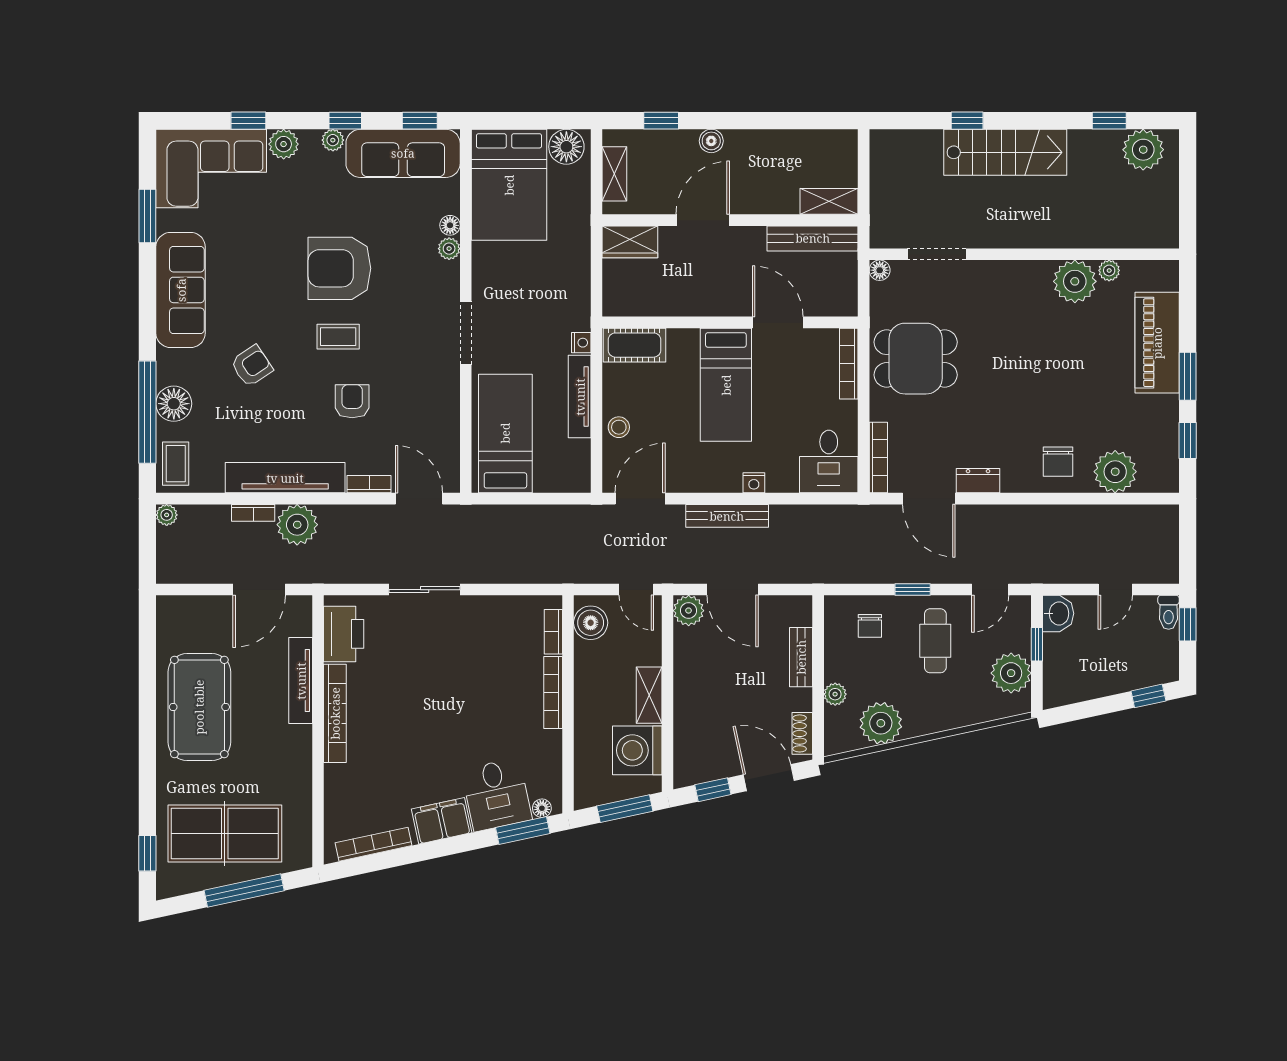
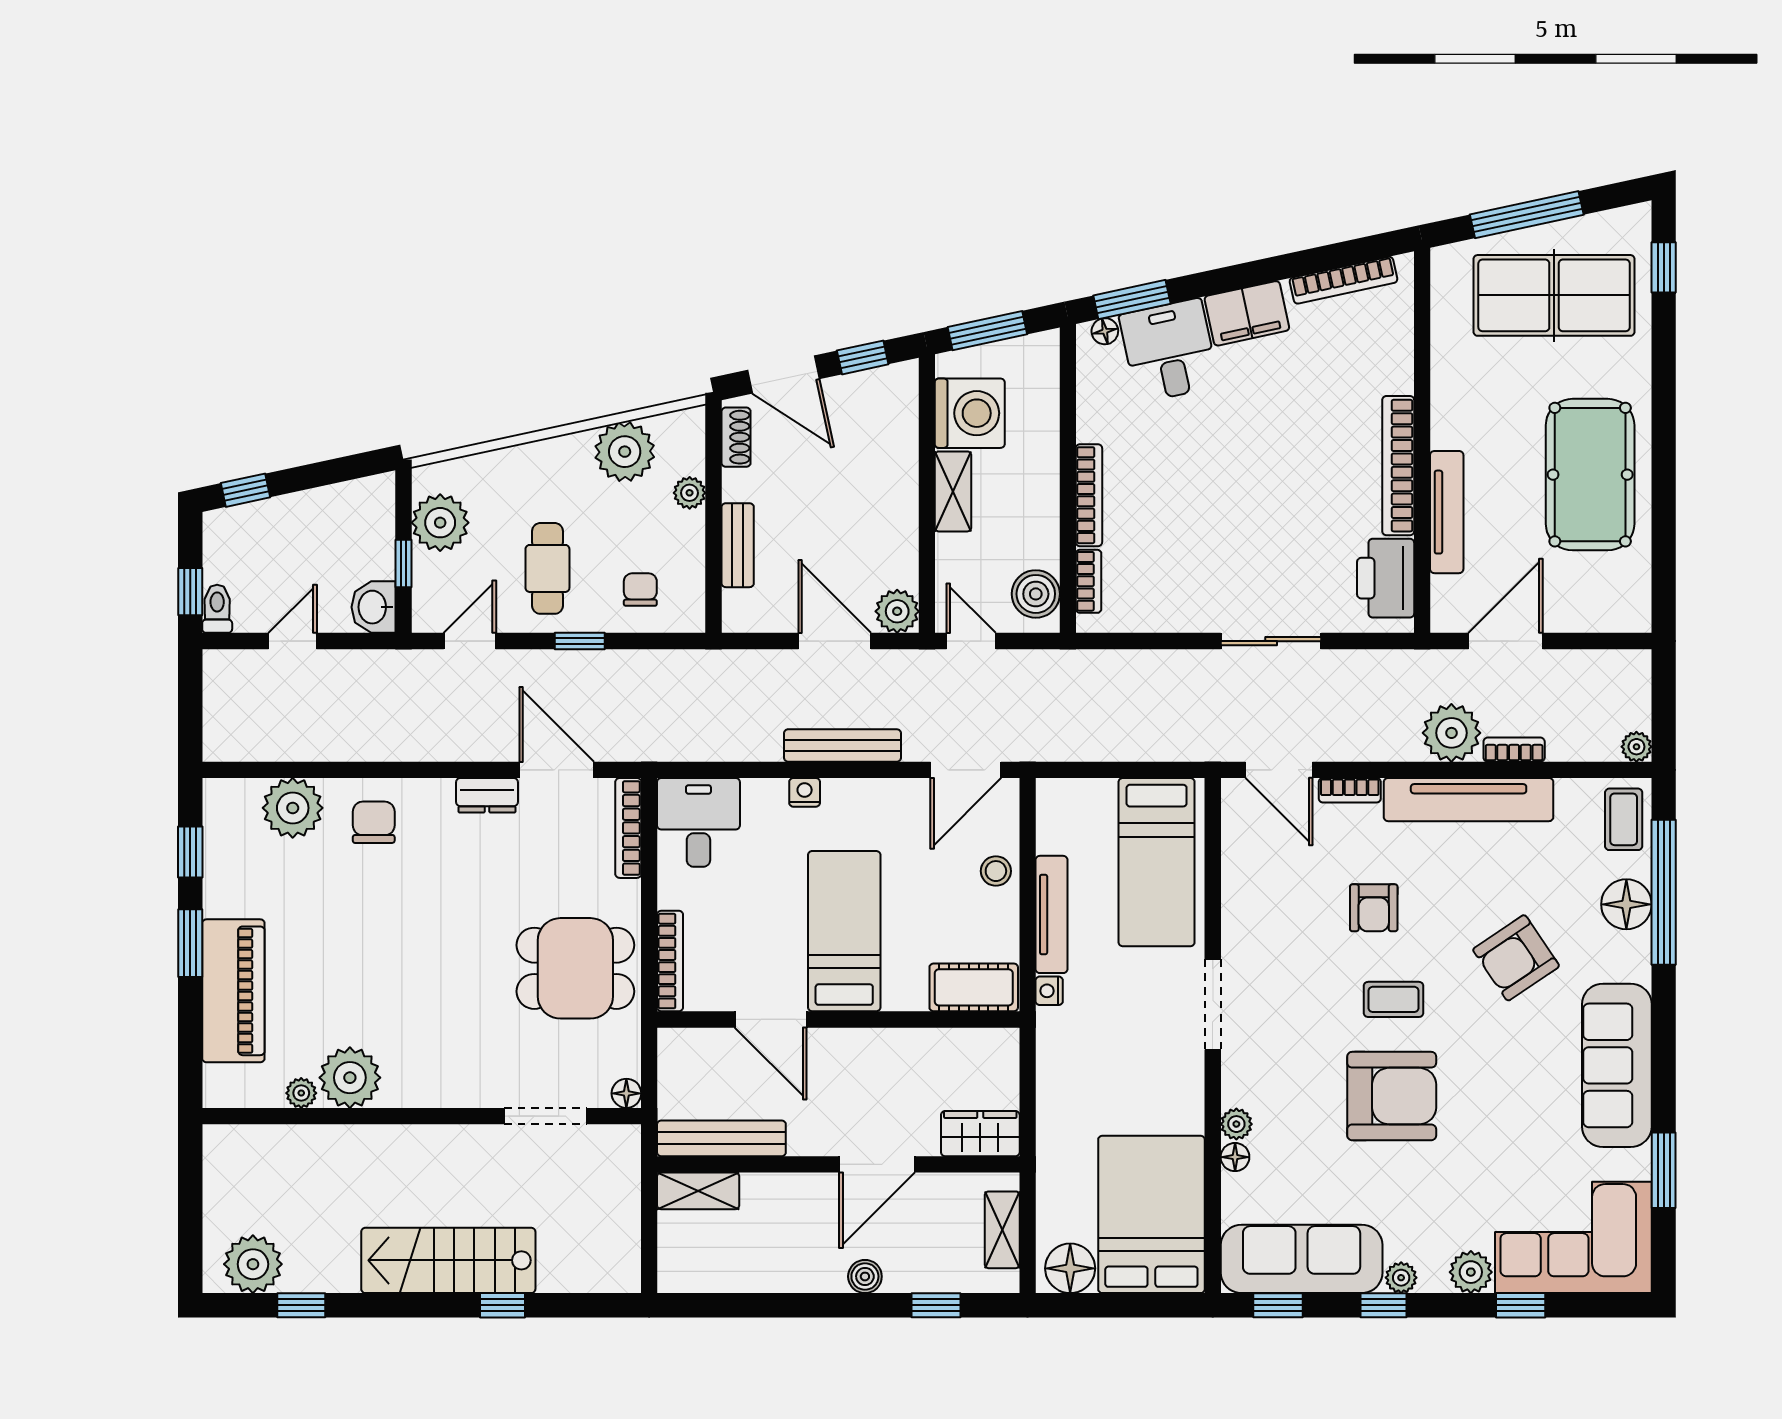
armchair: (252, 366) -> (1516, 958), width x1.38, depth x1.38

